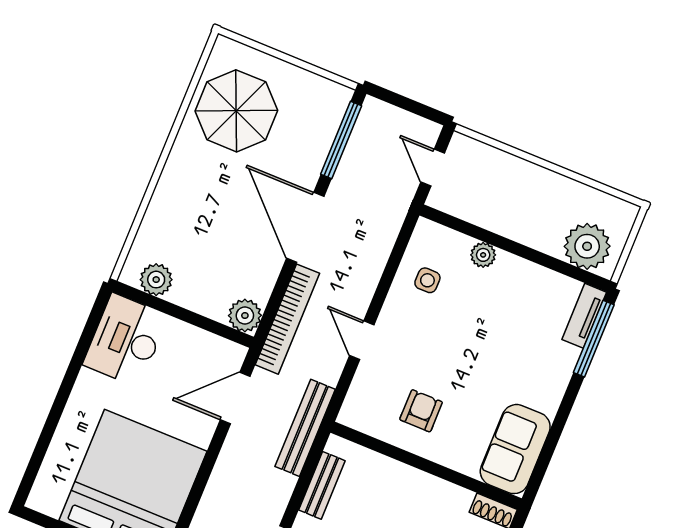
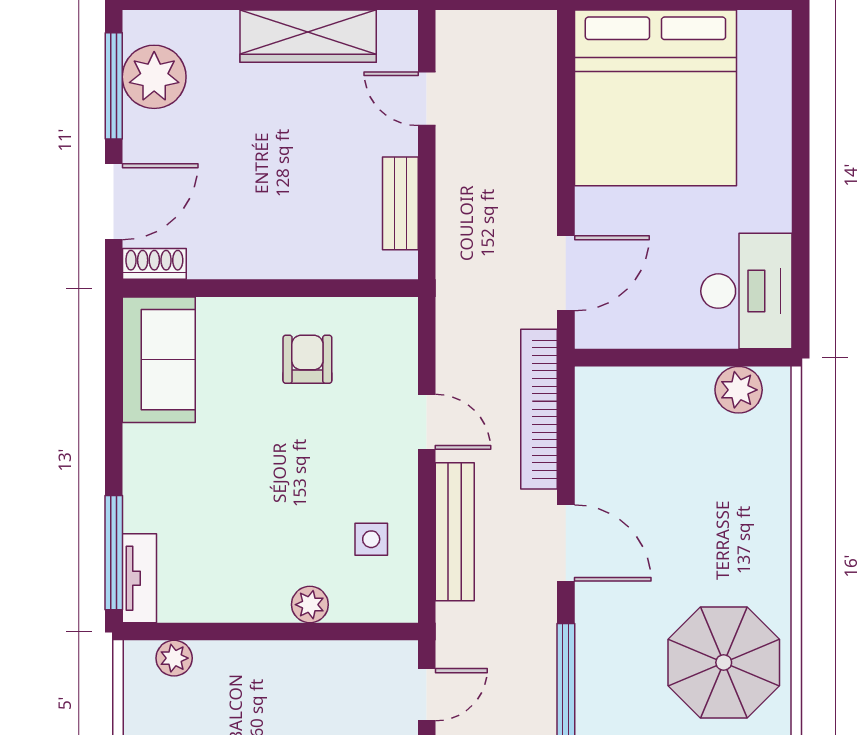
door: (433, 168) -> (427, 695), hinge flipped
door: (305, 227) -> (566, 543), width x0.73
plant: (587, 246) -> (174, 658), width x0.53, depth x0.53
plant: (245, 316) -> (599, 390), removed
armchair: (421, 411) -> (307, 359), turned 180
bench: (305, 428) -> (455, 532), moved

